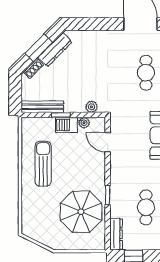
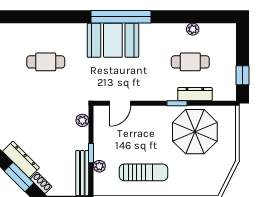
plant: (84, 123) -> (99, 166), moved
barbecue: (66, 125) -> (102, 147), removed
sun lounger: (43, 164) -> (143, 172), turned 180
dresser: (116, 234) -> (195, 94), moved

